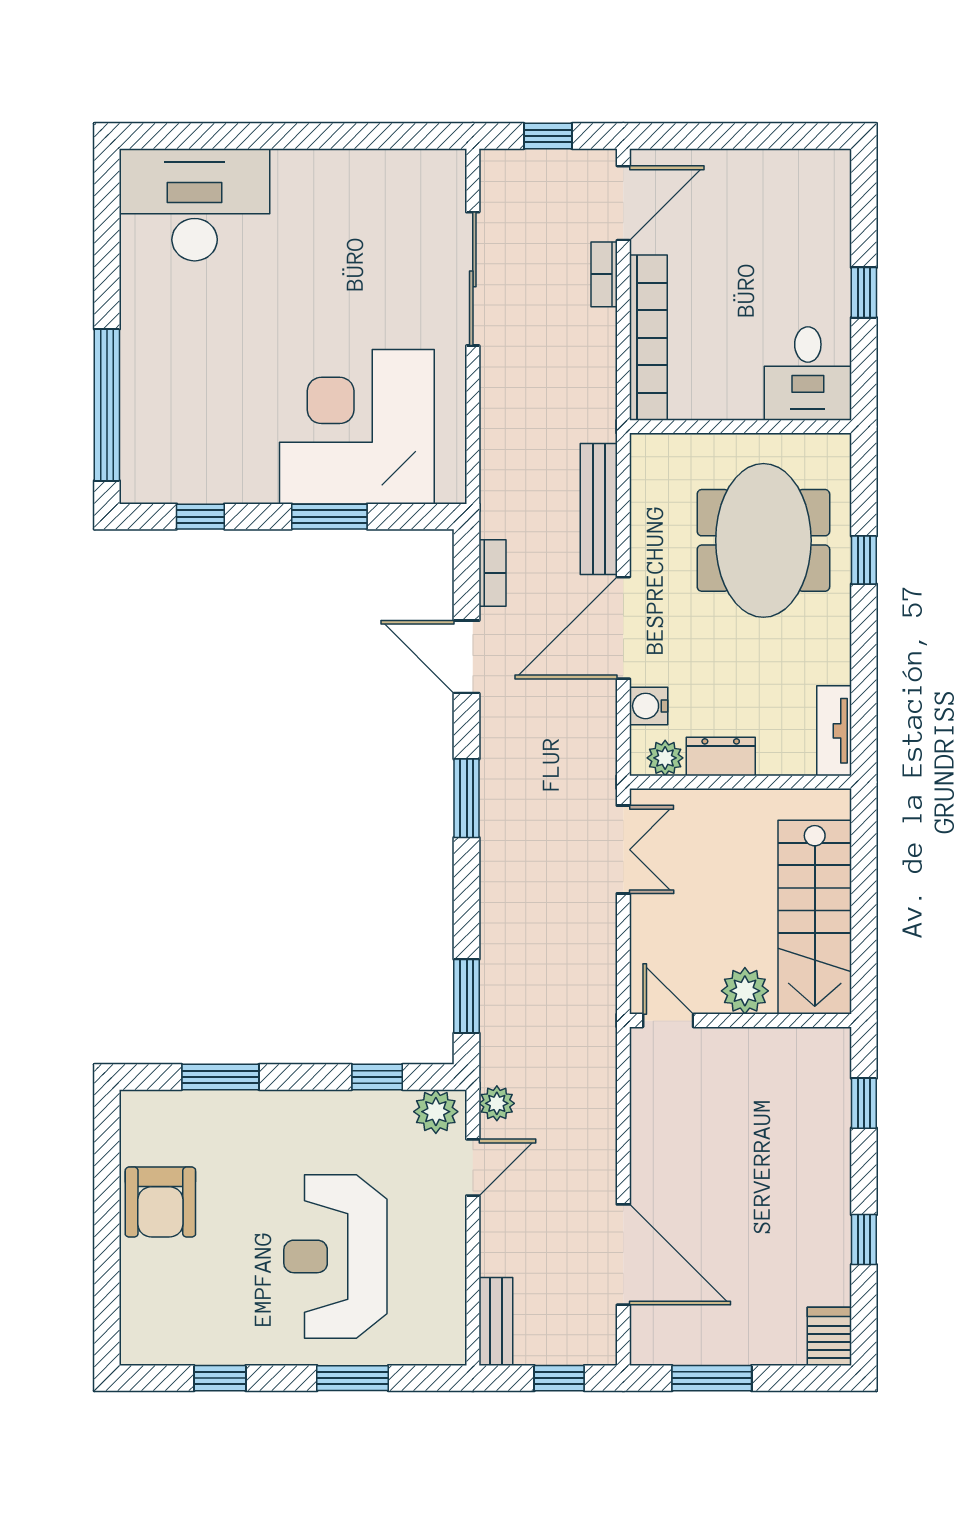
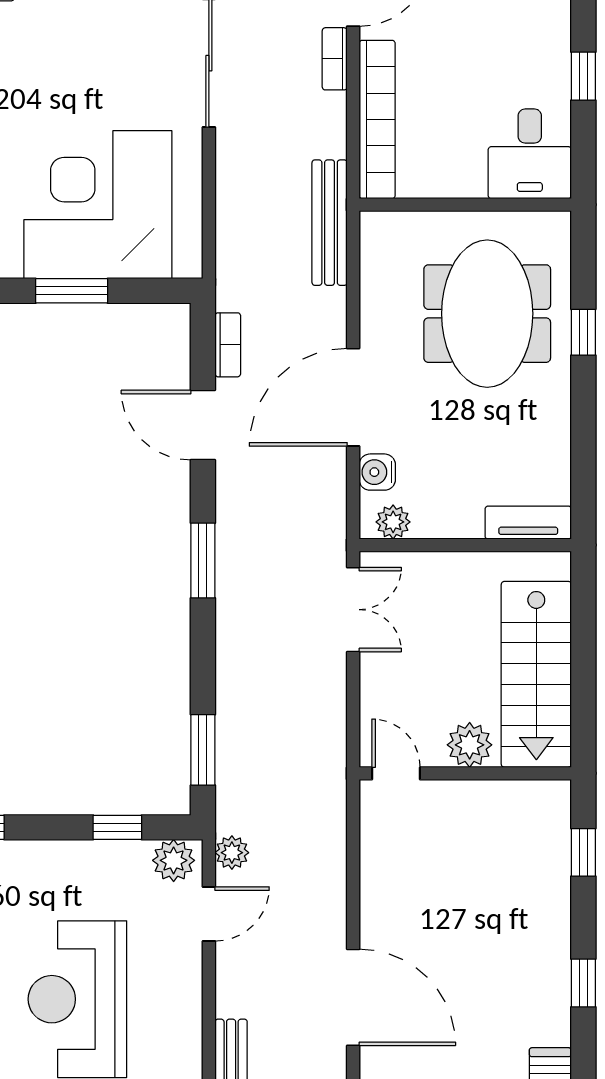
bench: (599, 509) -> (330, 223), moved
tv unit: (834, 731) -> (528, 523), moved, turned 90
dresser: (721, 756) -> (446, 520), removed

